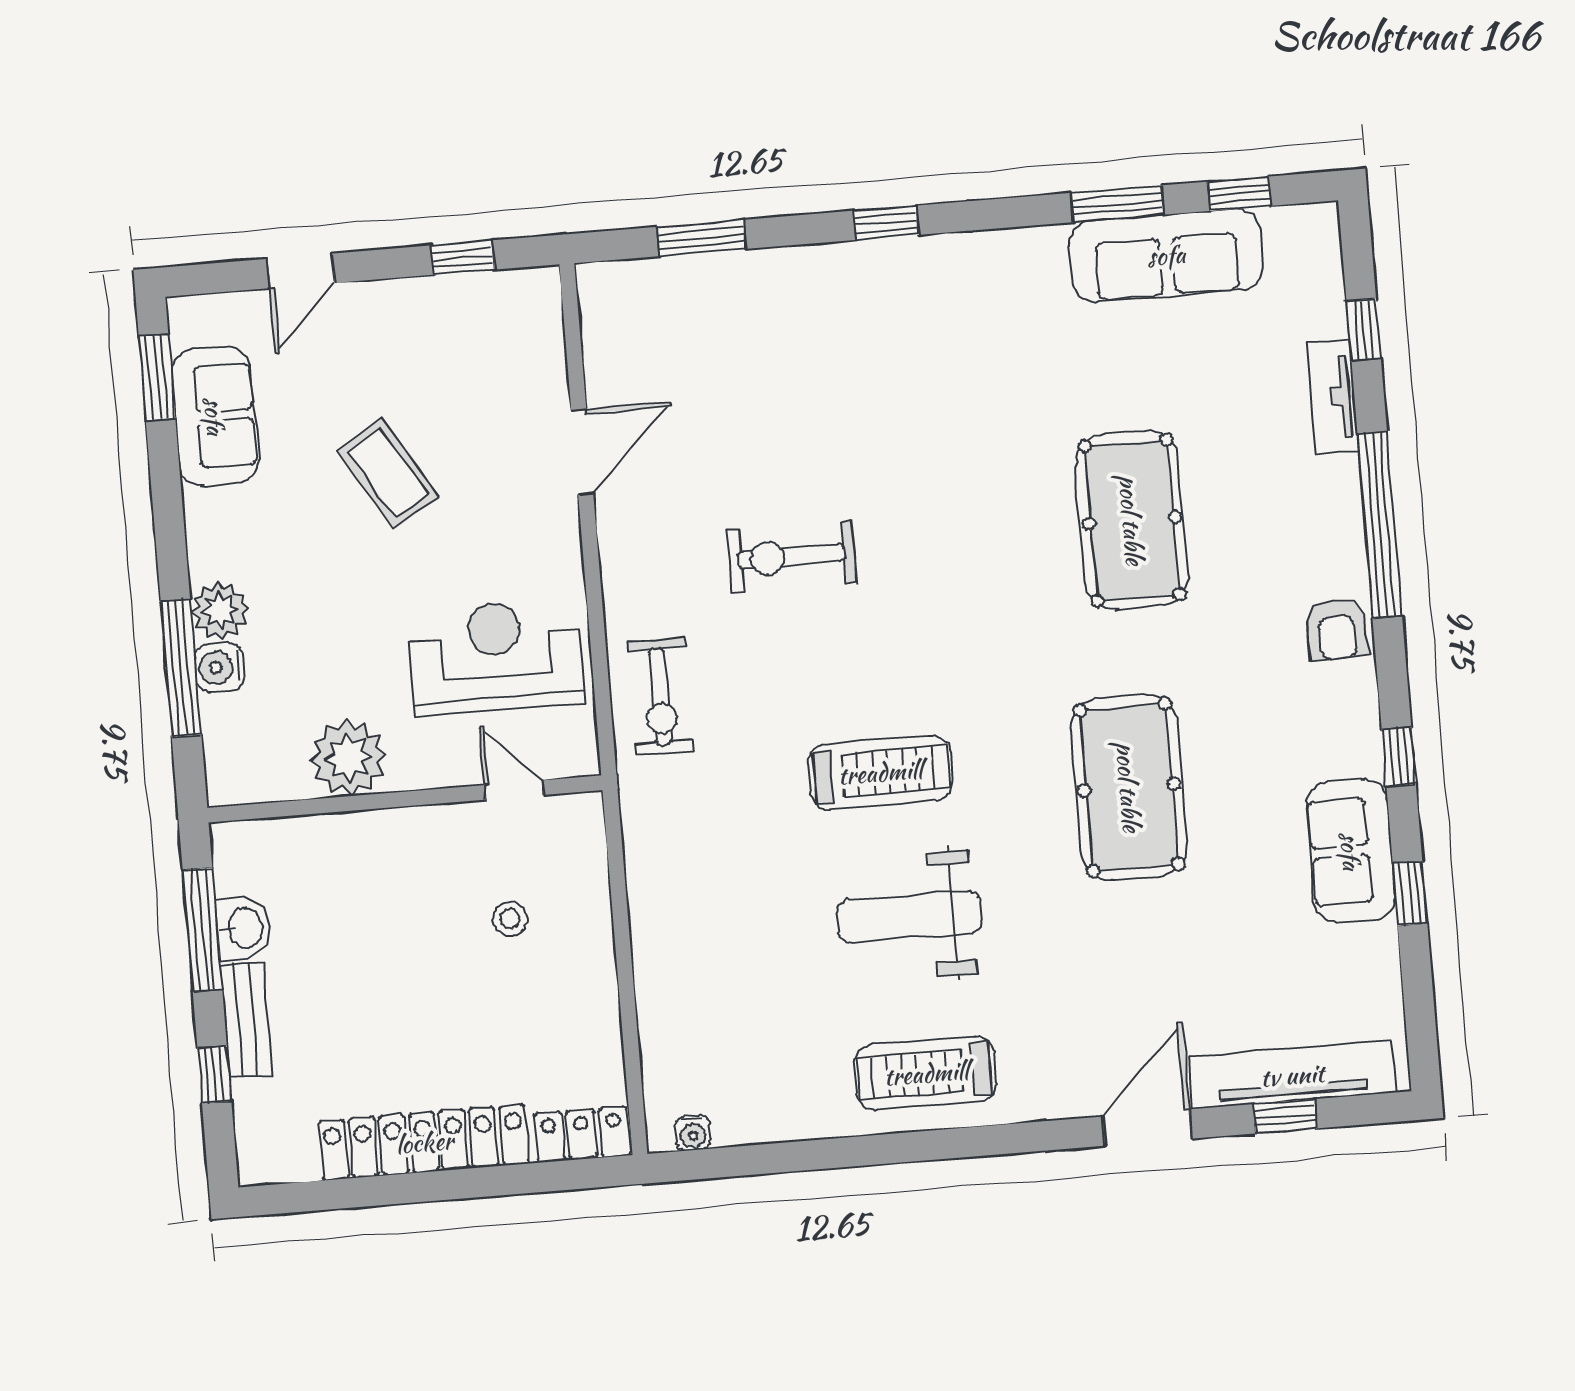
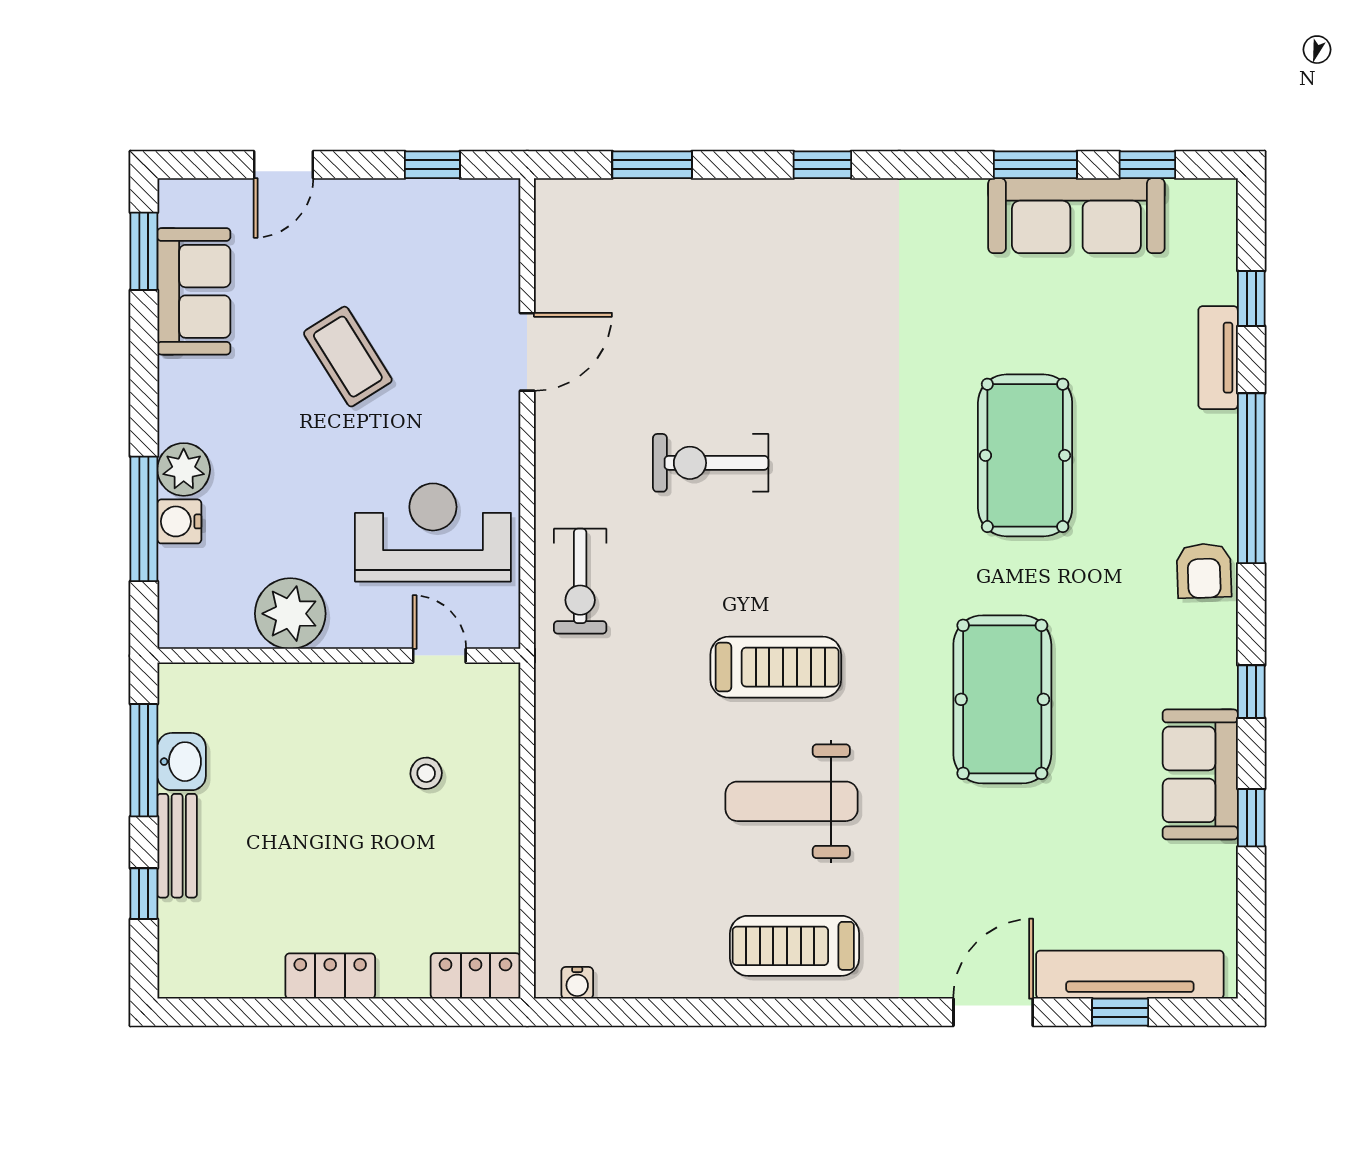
locker: (424, 1142) -> (330, 976), width x0.46, depth x0.83

